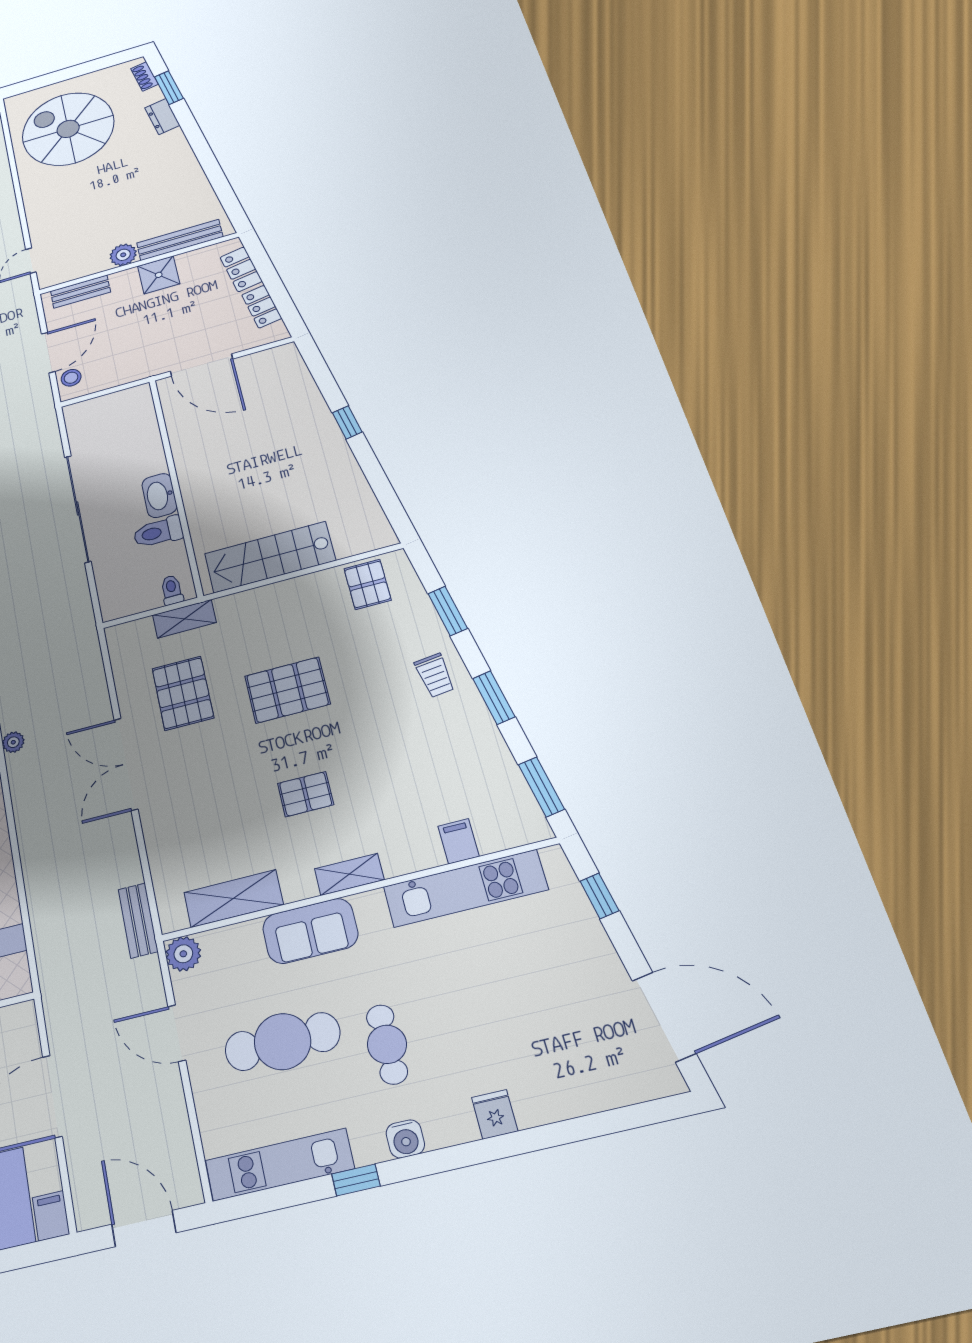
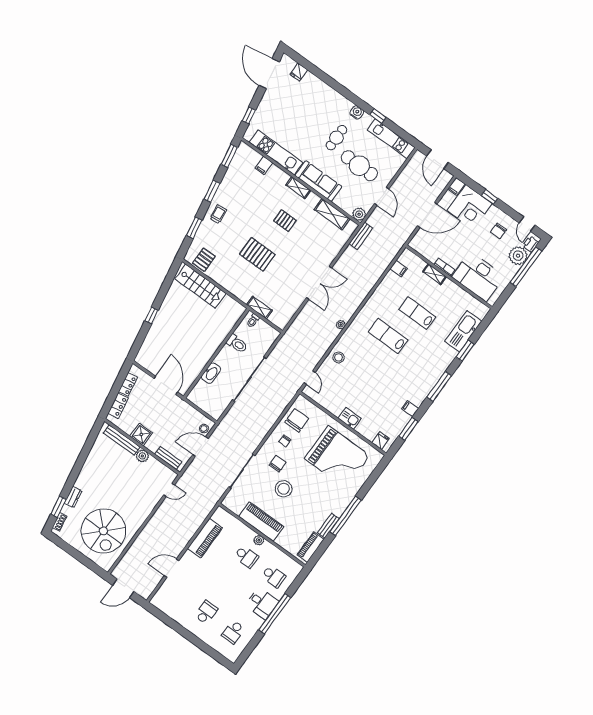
washbasin: (159, 495) -> (211, 373), moved
stairs: (270, 557) -> (200, 286), moved
pallet: (183, 693) -> (283, 286), removed
sofa: (310, 931) -> (318, 181), width x1.36
fridge: (495, 1114) -> (299, 72), moved

